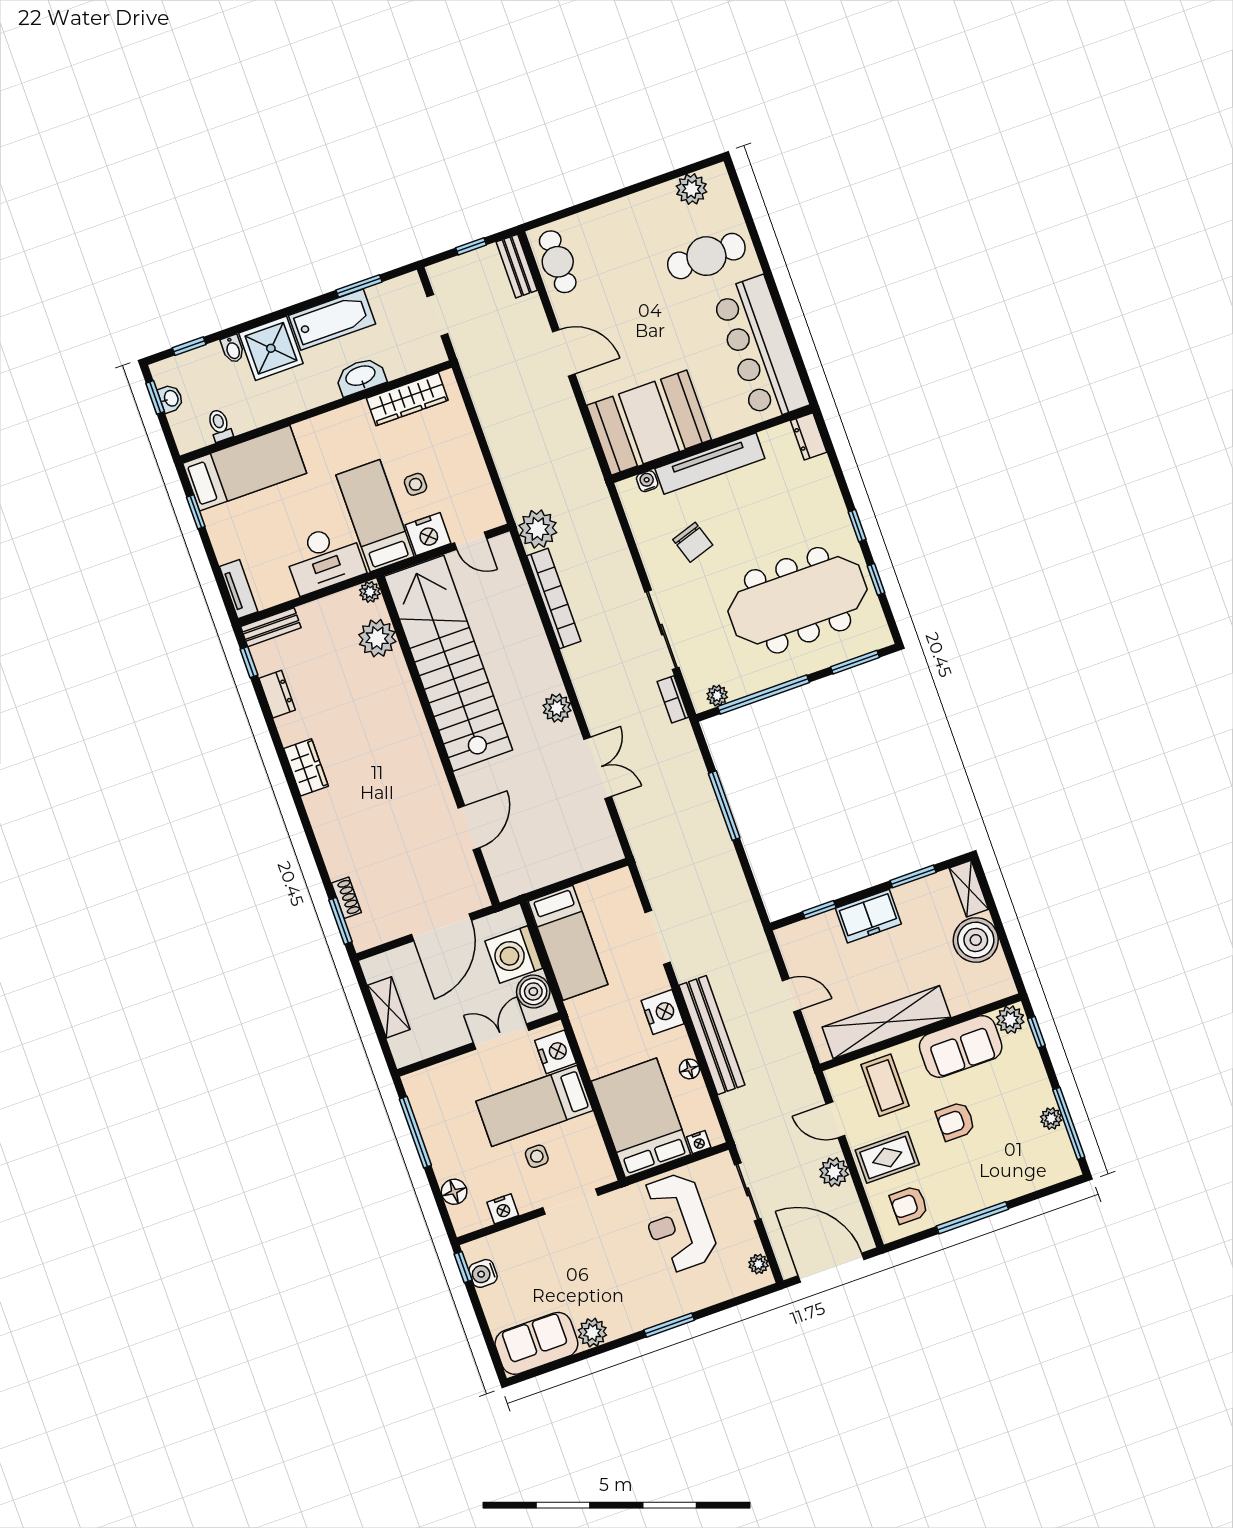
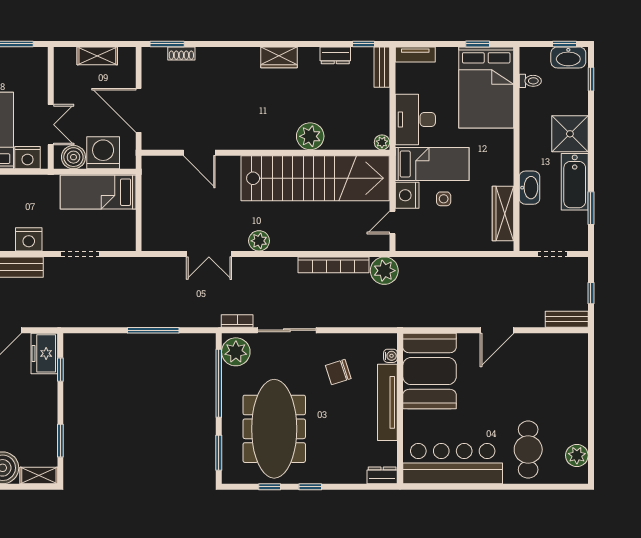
cafe table: (558, 262) -> (560, 348), removed
bidet: (233, 349) -> (579, 108), removed
washbasin: (171, 398) -> (568, 57), width x1.91, depth x1.45
bed: (245, 468) -> (486, 87), width x1.50
plant: (377, 638) -> (310, 136), moved
plant: (717, 696) -> (236, 352), width x1.87, depth x1.87
freezer: (868, 916) -> (44, 353), moved

